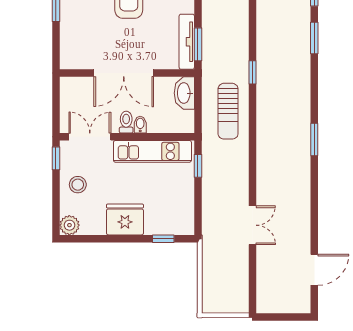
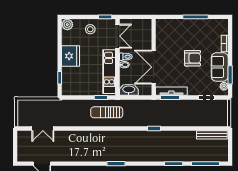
double door: (124, 73) -> (154, 67), moved
washbasin: (184, 93) -> (129, 90), moved
sun lounger: (228, 111) -> (107, 112), moved
double door: (252, 225) -> (43, 128), moved

